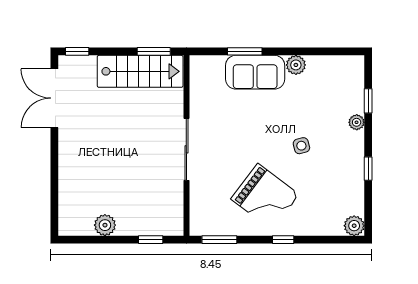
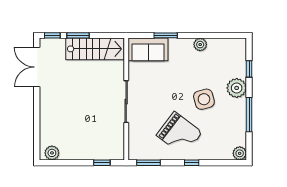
window: (154, 51) -> (78, 35), moved
sofa: (255, 72) -> (148, 49), moved
plant: (357, 122) -> (237, 88), width x1.88, depth x1.88
side table: (301, 146) -> (204, 99), width x1.87, depth x1.87
window: (368, 169) -> (249, 115), width x2.17
plant: (105, 225) -> (52, 153), moved

